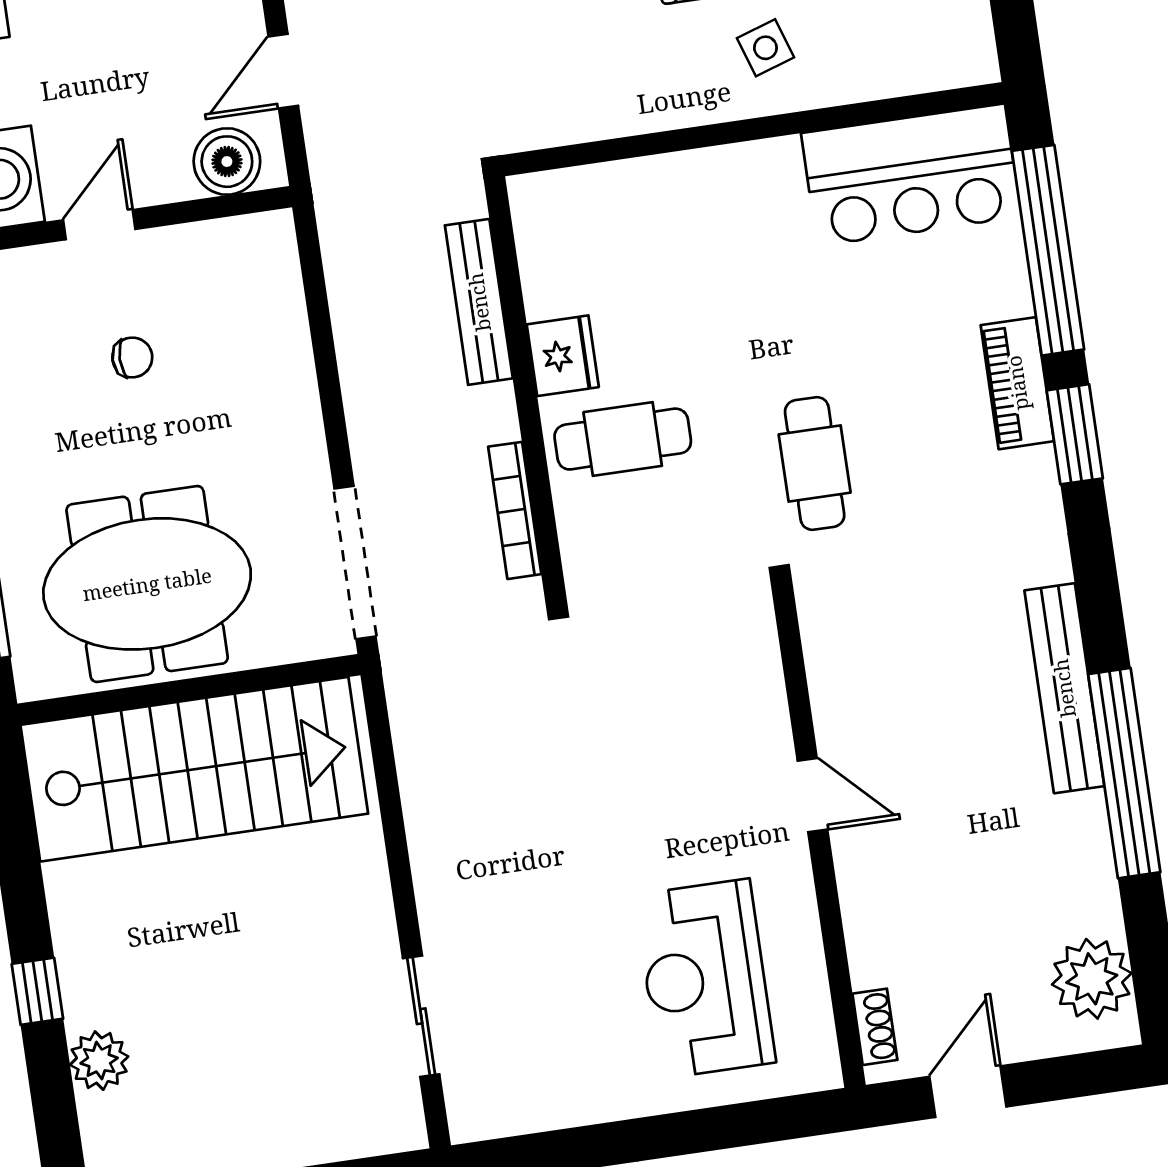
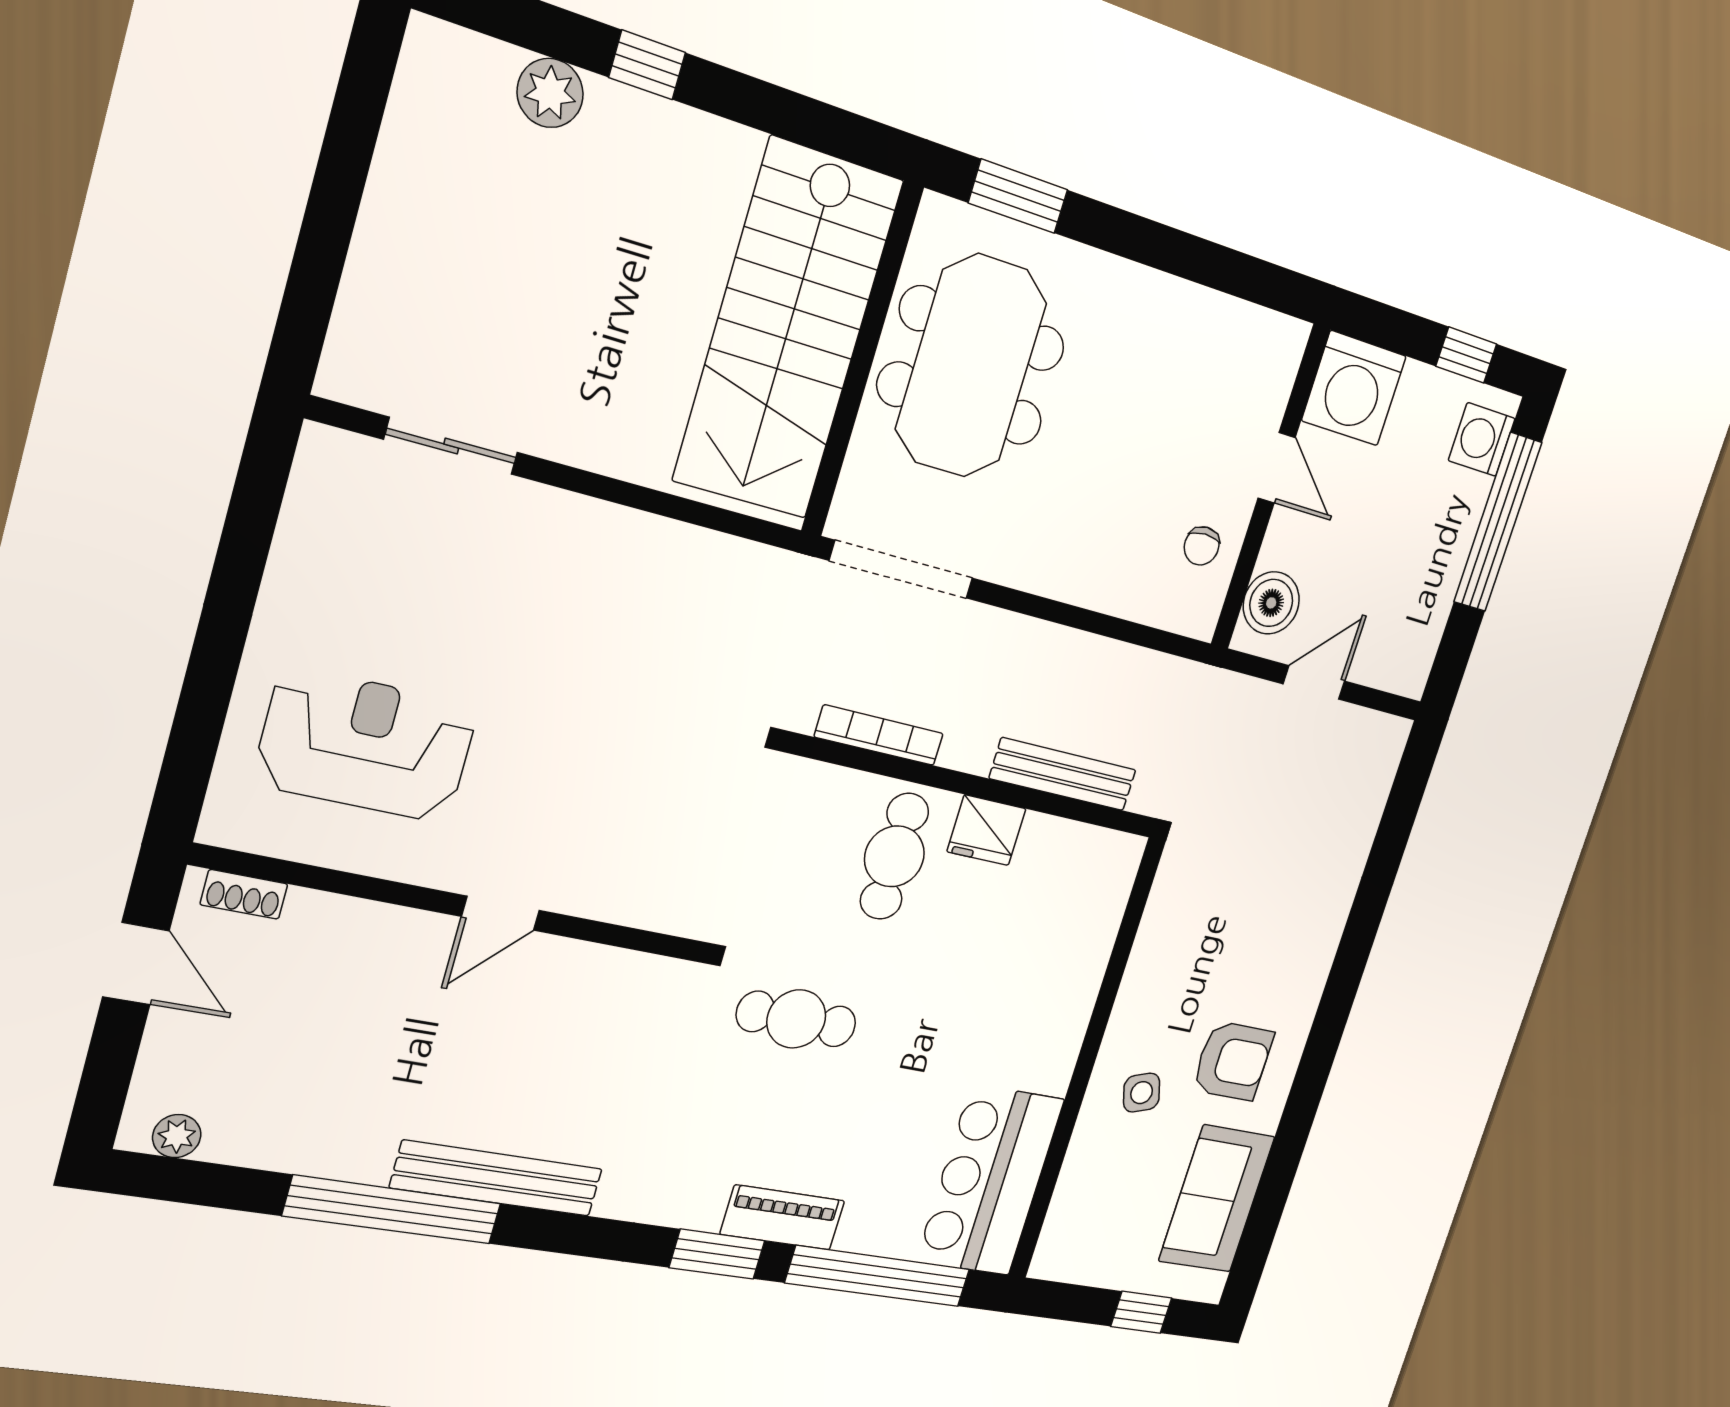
door: (283, 71) -> (1314, 683), hinge flipped
chair: (132, 357) -> (1202, 546), moved
plant: (1092, 979) -> (177, 1136), width x0.53, depth x0.53

